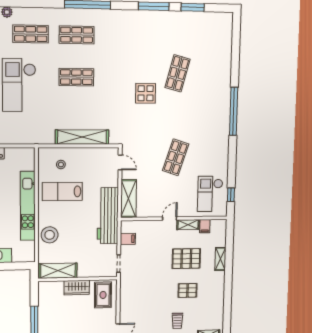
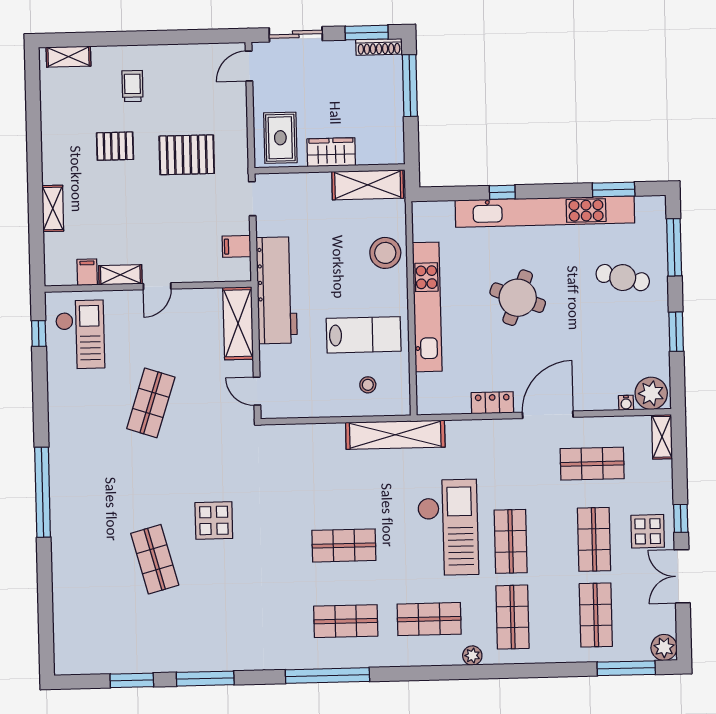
shop shelf: (178, 73) -> (155, 559), turned -30
shelving: (82, 137) -> (395, 435), moved
pallet: (186, 259) -> (187, 155), moved

